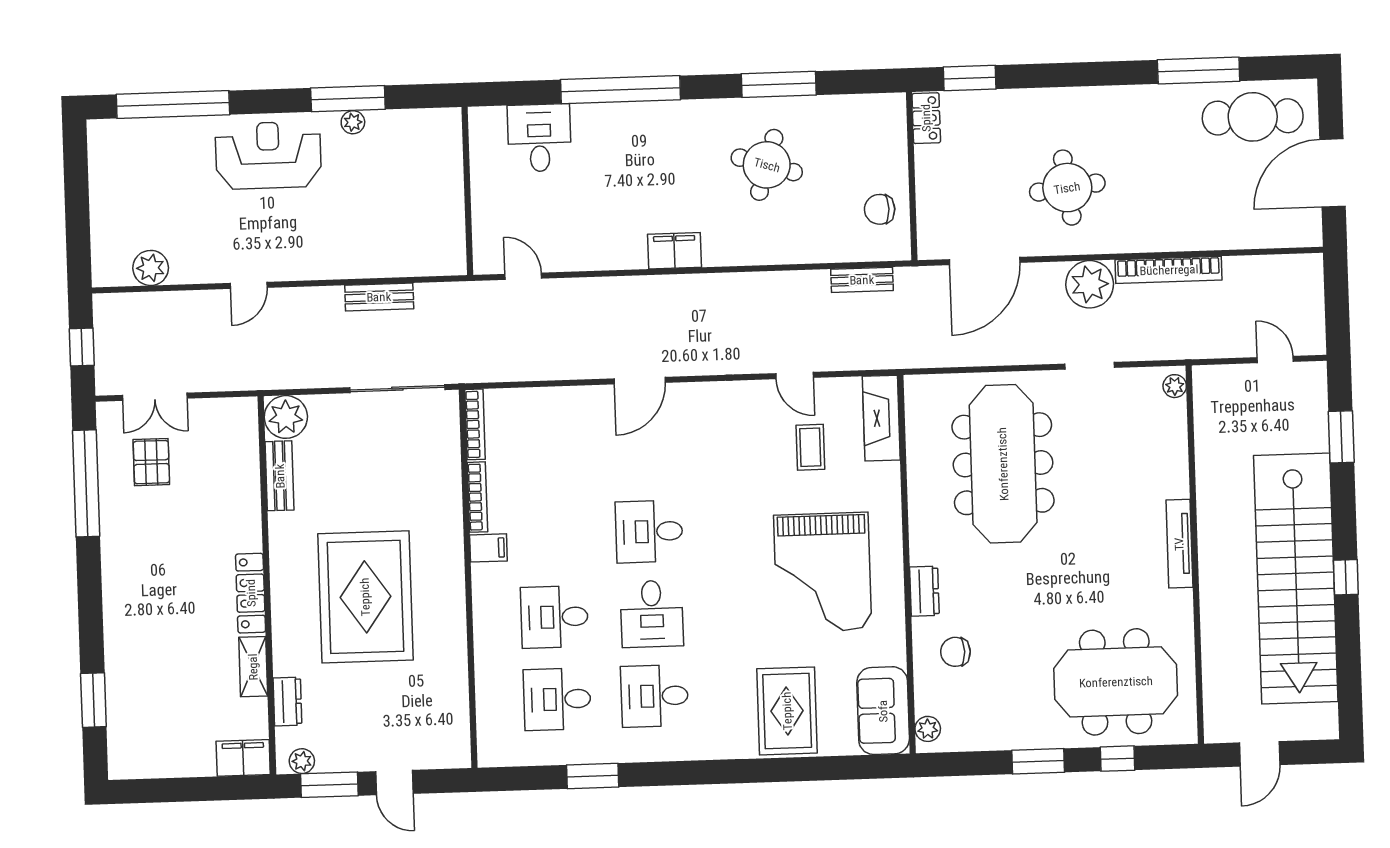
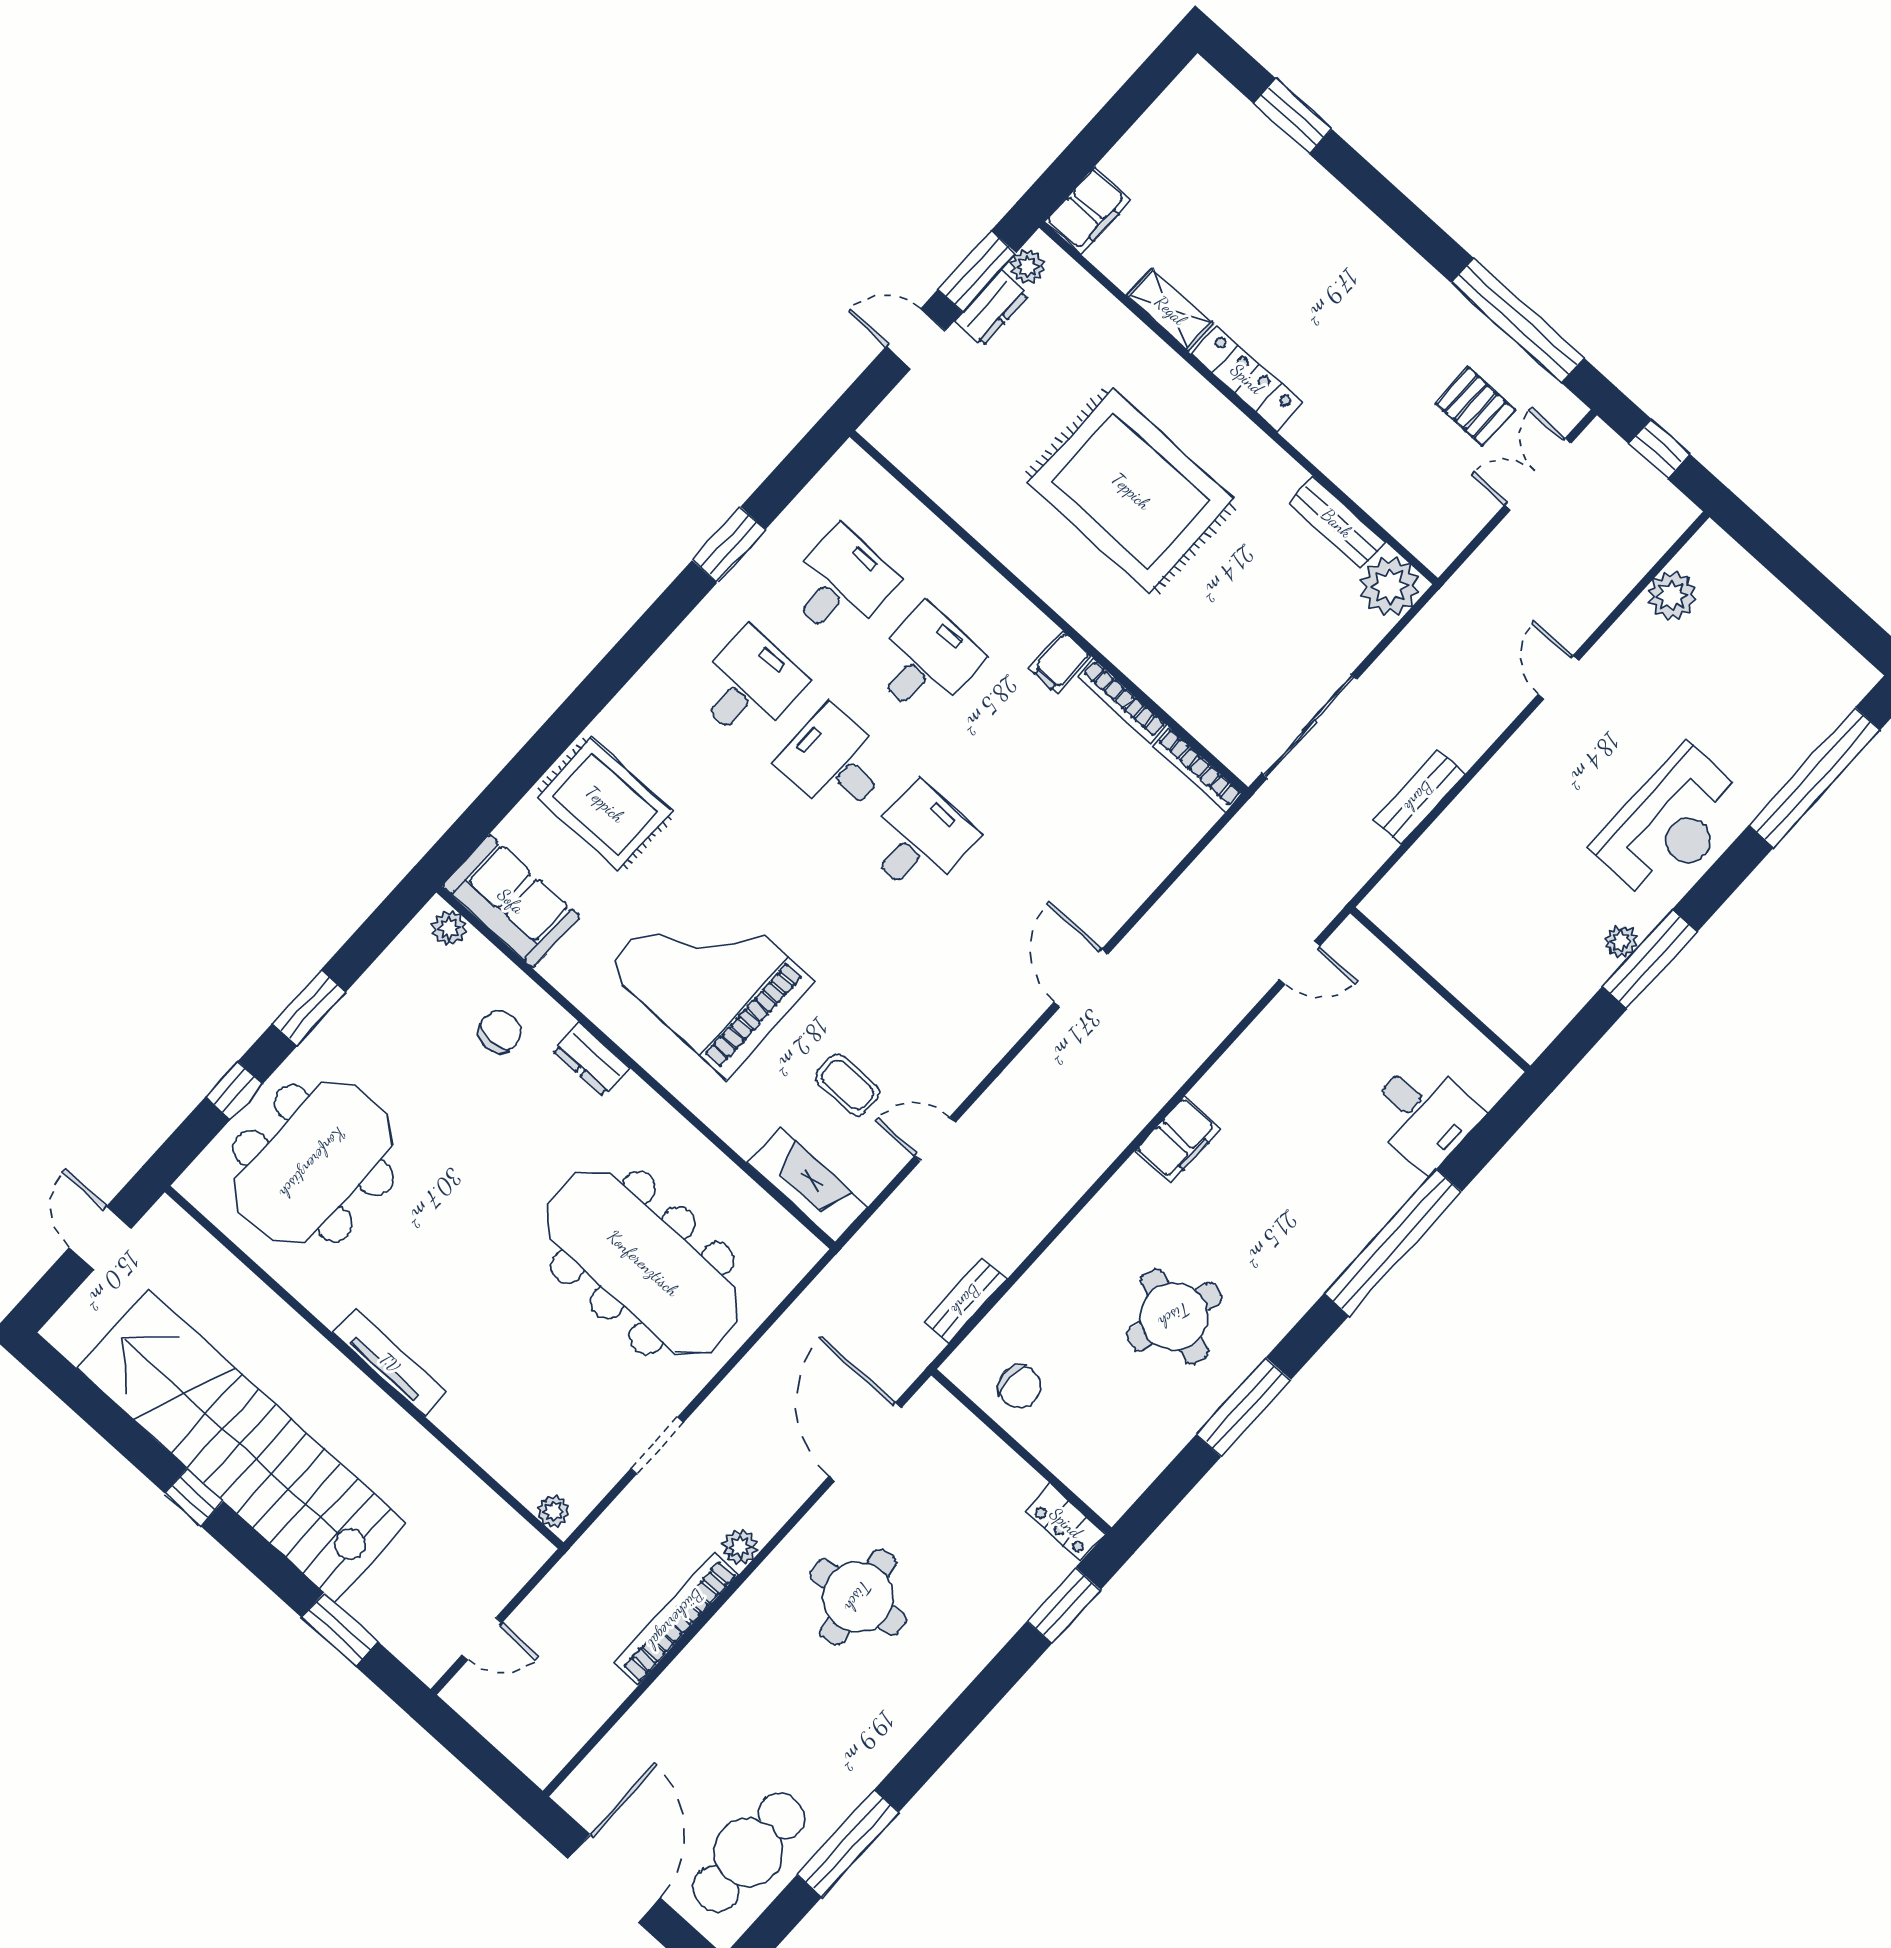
chair: (880, 209) -> (1019, 1387), turned 90
plant: (1090, 284) -> (740, 1547), width x0.53, depth x0.53
dresser: (287, 702) -> (992, 308), moved, turned -90

